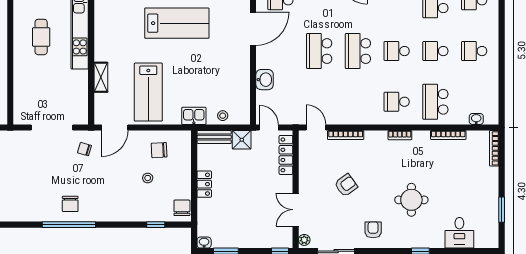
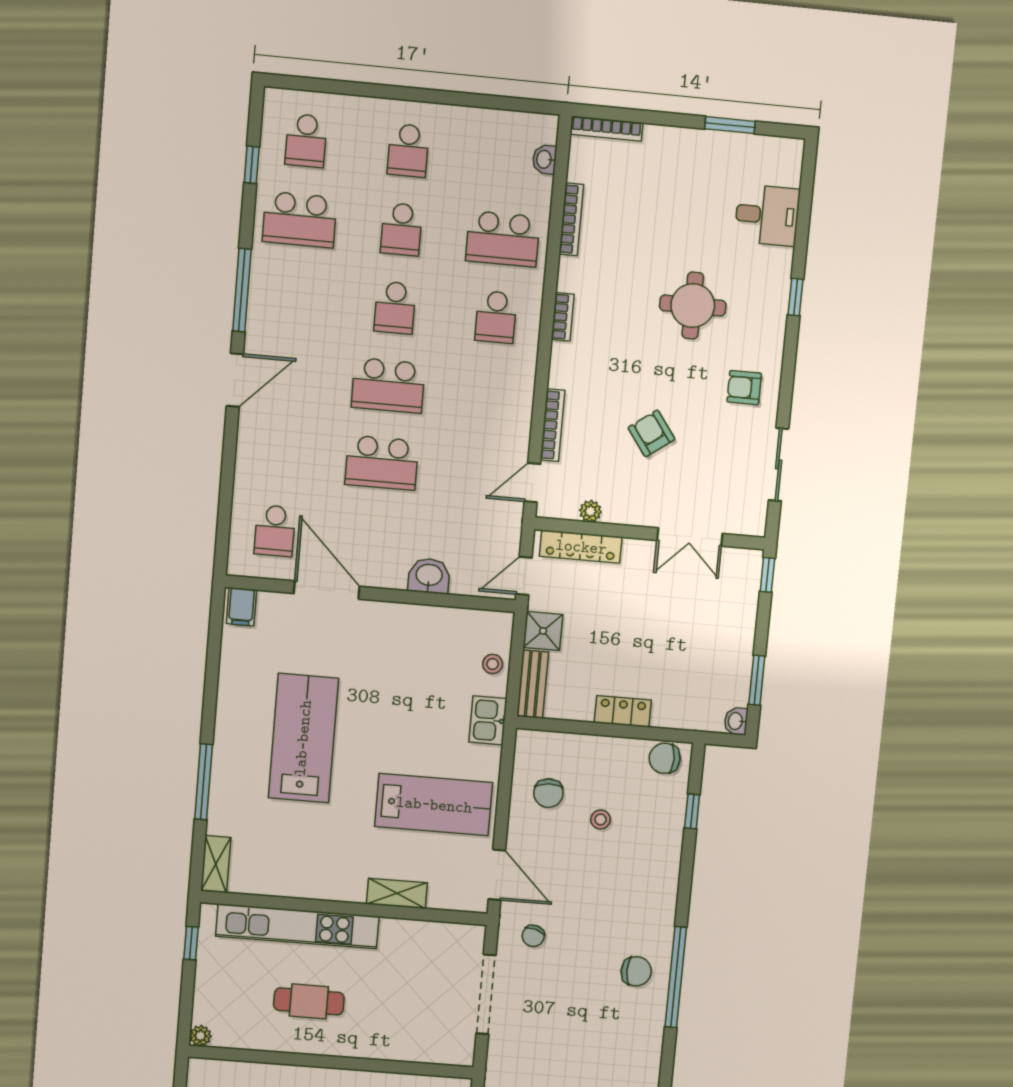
plant: (304, 240) -> (590, 511), moved

